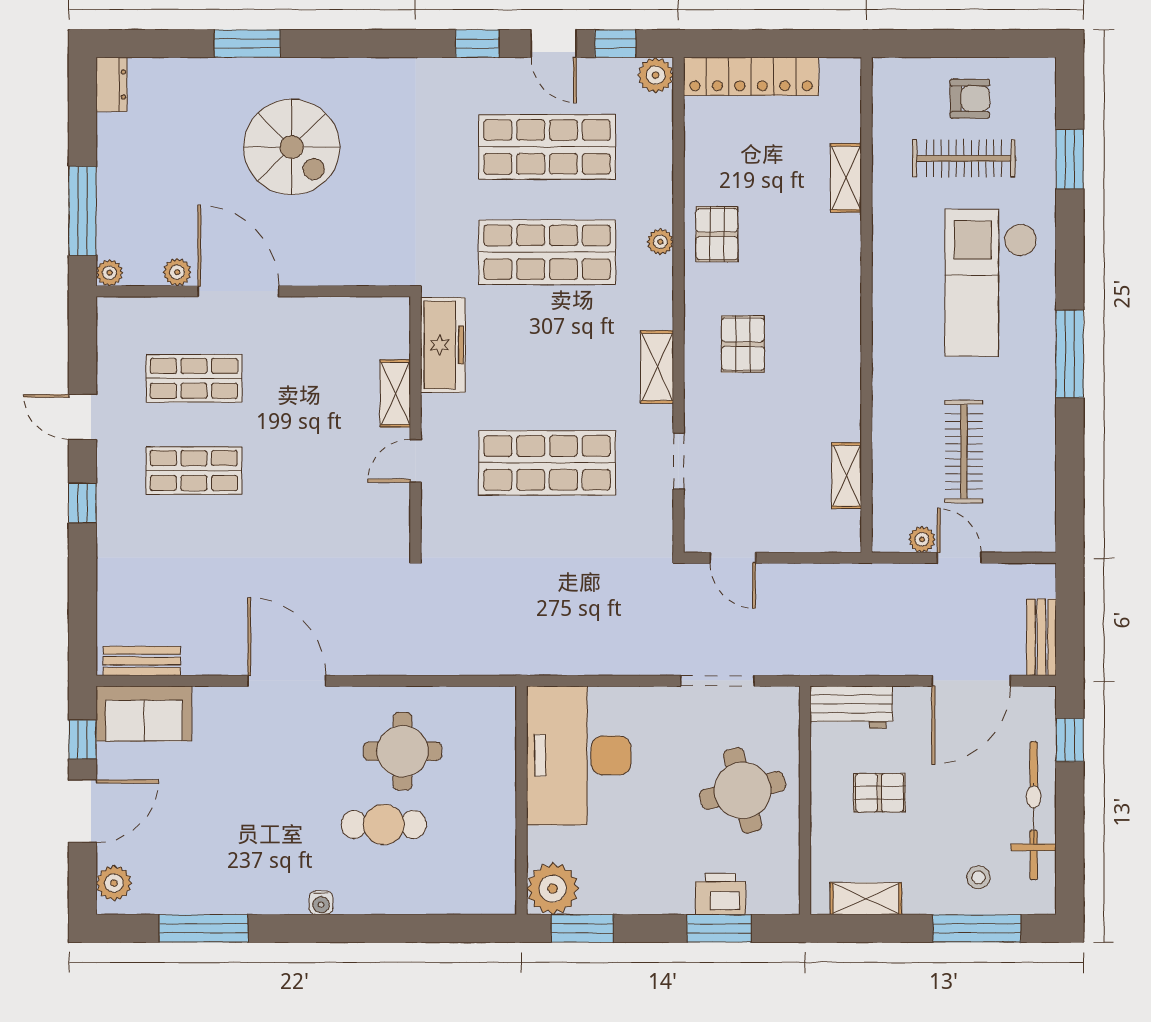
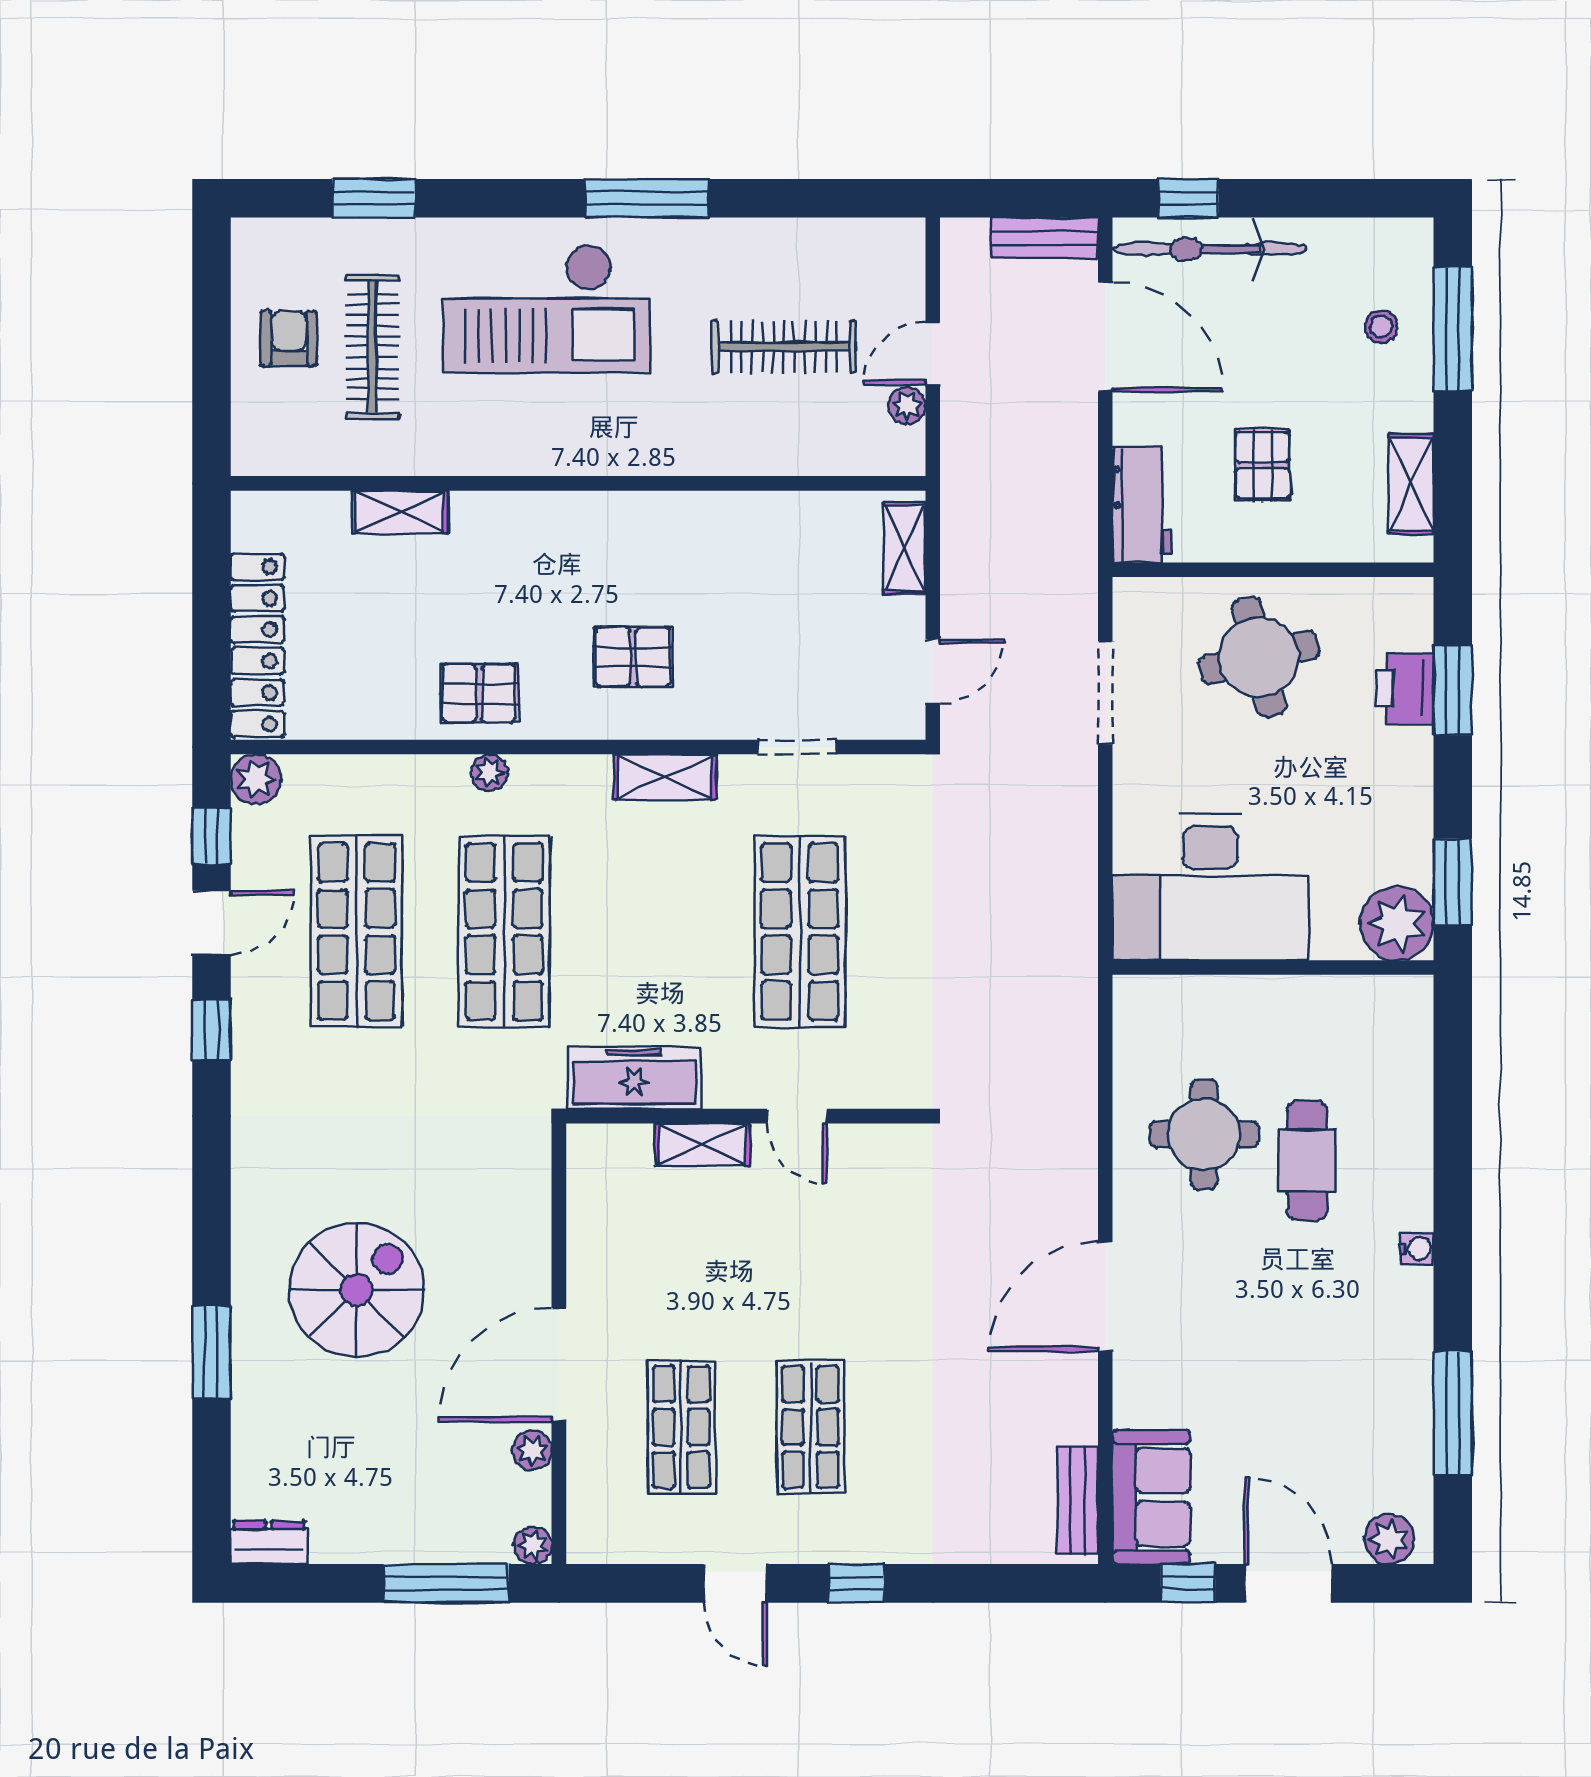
door: (82, 417) -> (735, 1583), hinge flipped
shelving: (847, 476) -> (905, 548), moved, turned 90
bicycle: (1034, 811) -> (1210, 249), moved

